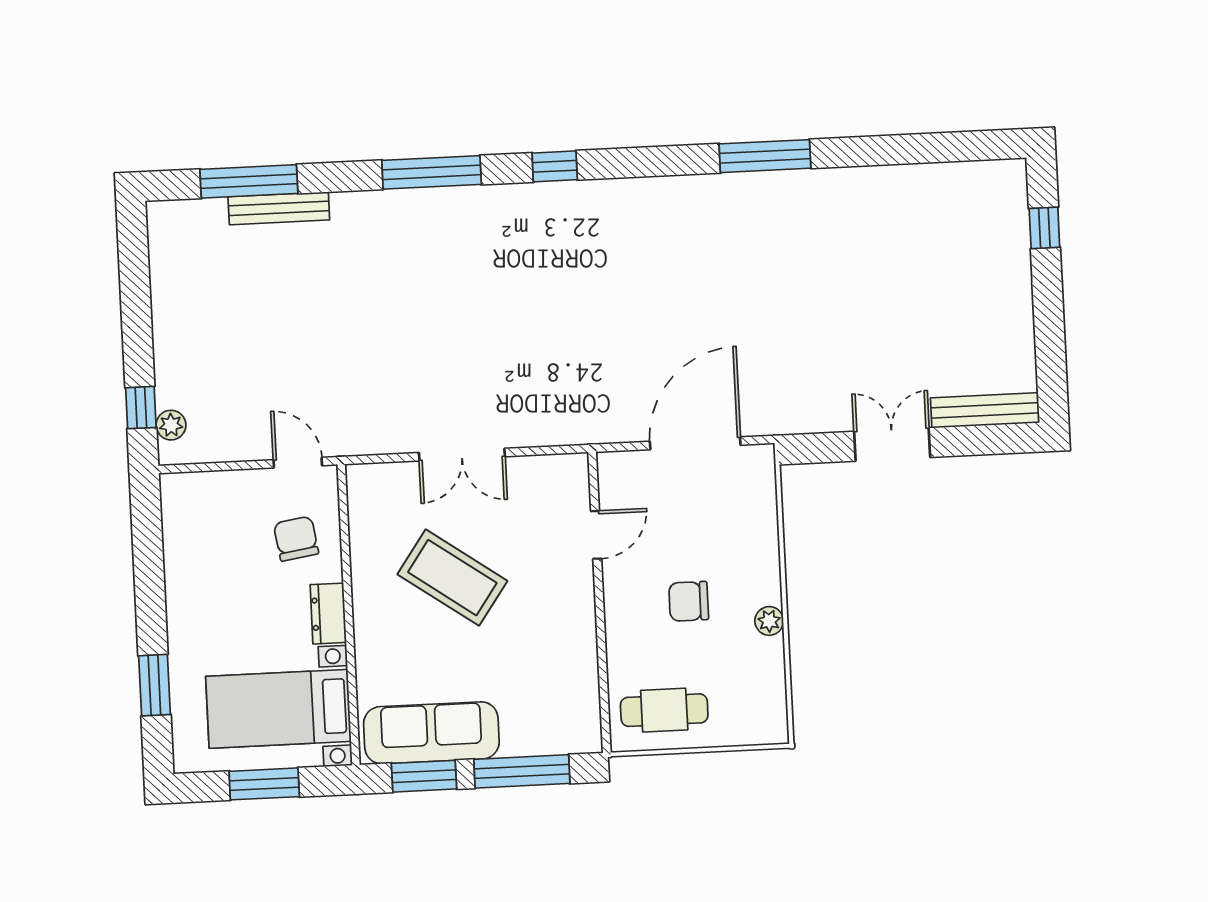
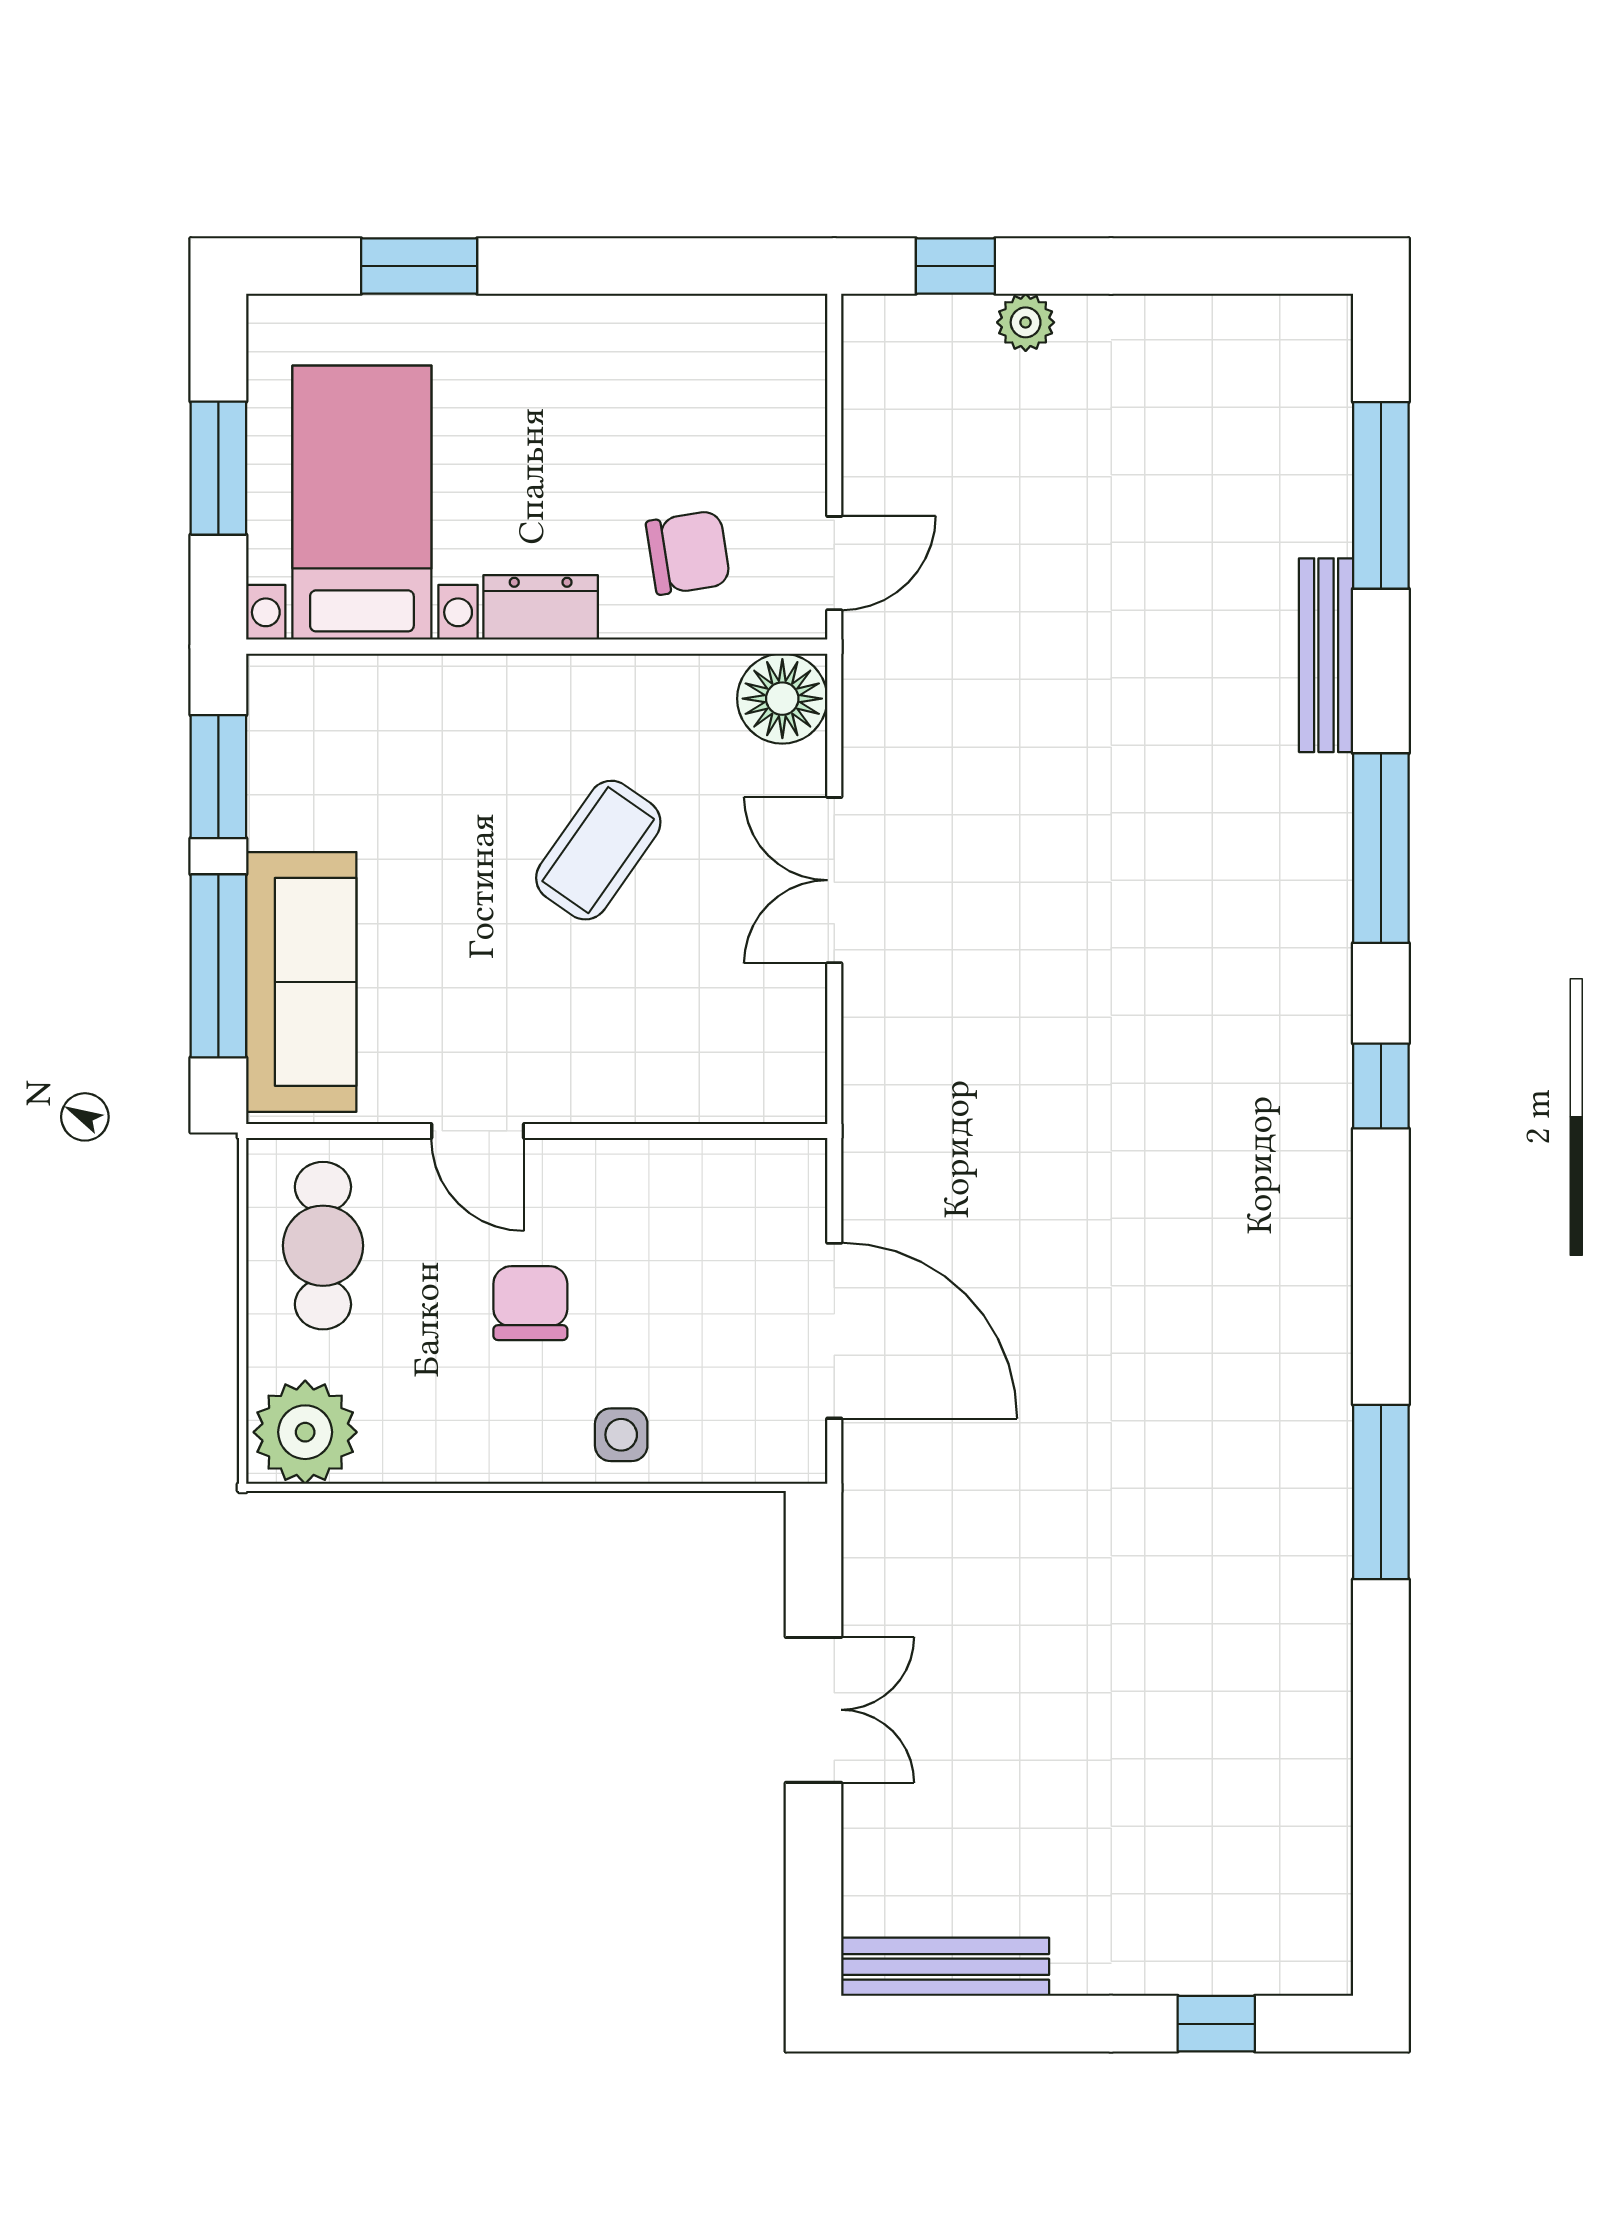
bench: (279, 208) -> (1326, 655), moved
bench: (985, 410) -> (945, 1967), moved, turned 90
plant: (171, 425) -> (1026, 322), moved
floor lamp: (369, 486) -> (782, 699), added
door: (596, 535) -> (478, 1131), moved
side table: (755, 551) -> (621, 1435), added
coffee table: (452, 578) -> (598, 850), width x0.73, depth x0.76
plant: (769, 621) -> (305, 1432), moved, width x1.88, depth x1.88
sofa: (431, 733) -> (301, 982), moved

